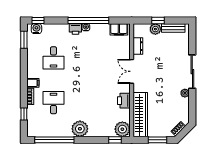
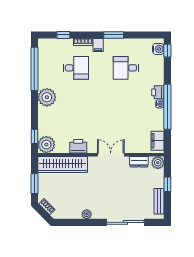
plant: (155, 29) -> (158, 163), moved
window: (24, 40) -> (114, 35), moved
sliding door: (192, 72) -> (125, 222), moved

